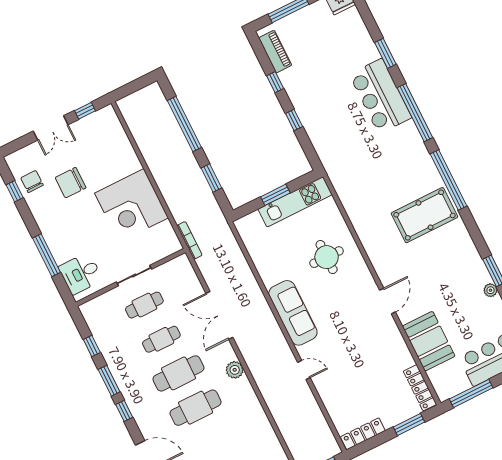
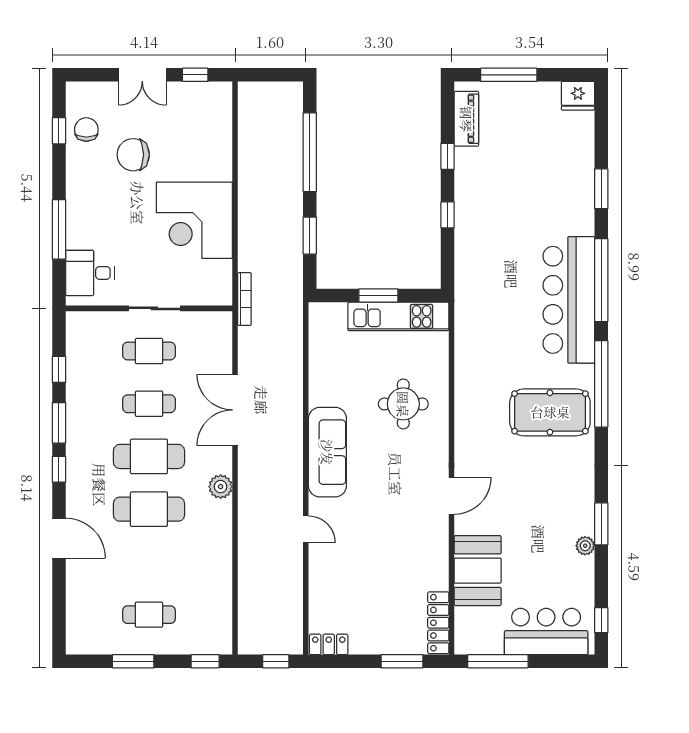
bar counter: (380, 96) -> (569, 300), moved, width x1.36
locker: (363, 434) -> (329, 644), width x0.66

